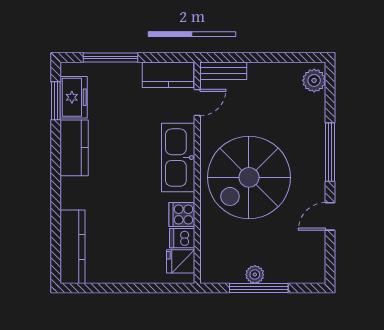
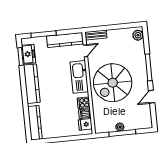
kitchen counter: (168, 75) -> (65, 40), width x1.50
kitchen counter: (74, 148) -> (32, 84), width x1.50

